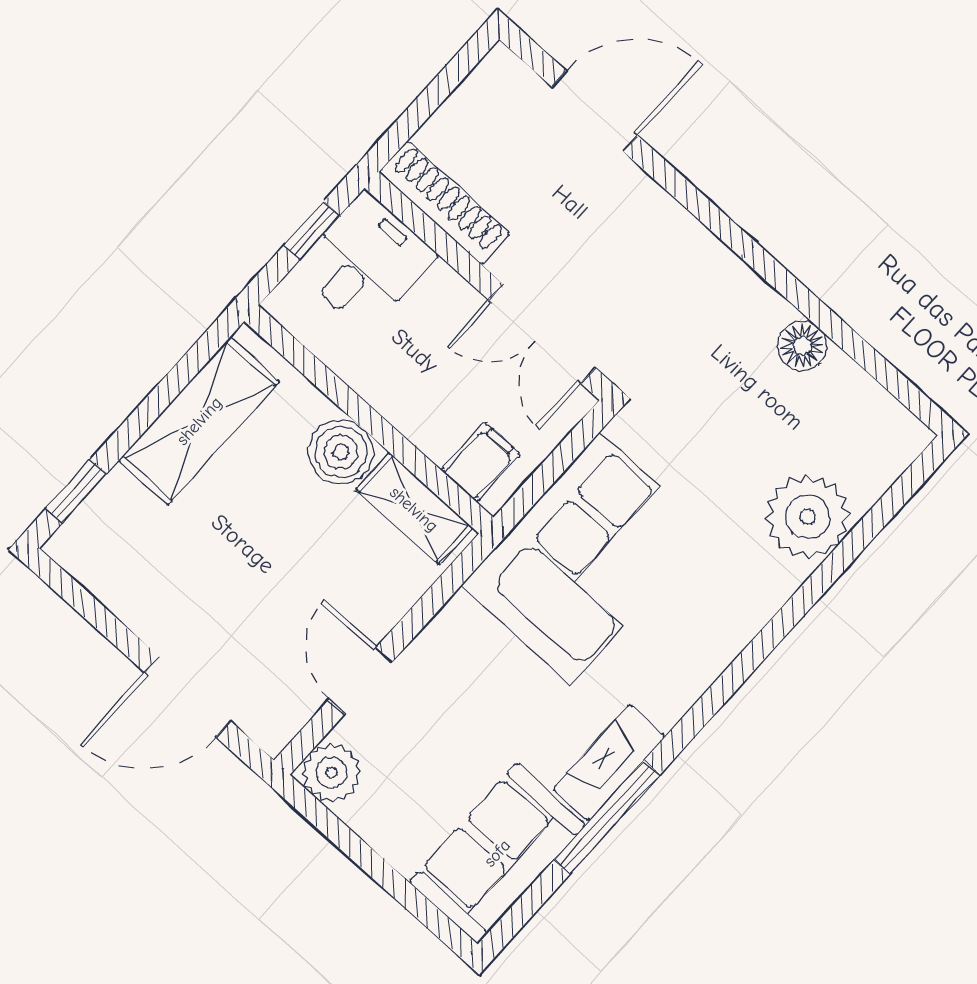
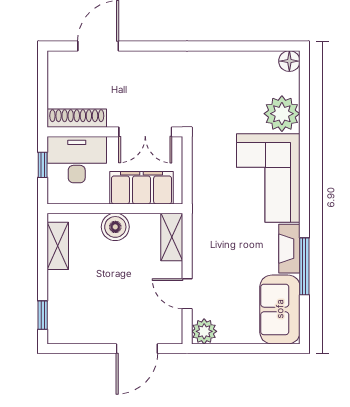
desk: (366, 262) -> (77, 160), width x1.37
floor lamp: (802, 346) -> (289, 61), moved
shelving: (199, 421) -> (58, 246), width x0.67, depth x0.75
filing cabinet: (481, 462) -> (142, 188), width x3.00, depth x1.17
shelving: (414, 509) -> (172, 237), moved, turned 90
corner sofa: (585, 558) -> (268, 178), moved, turned 180

